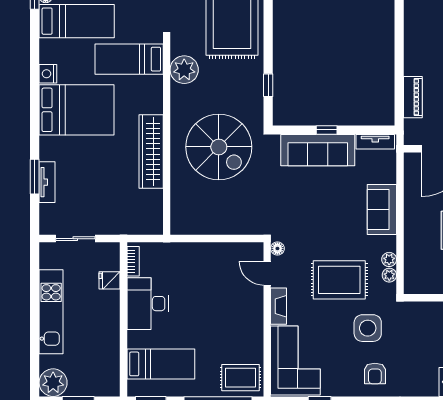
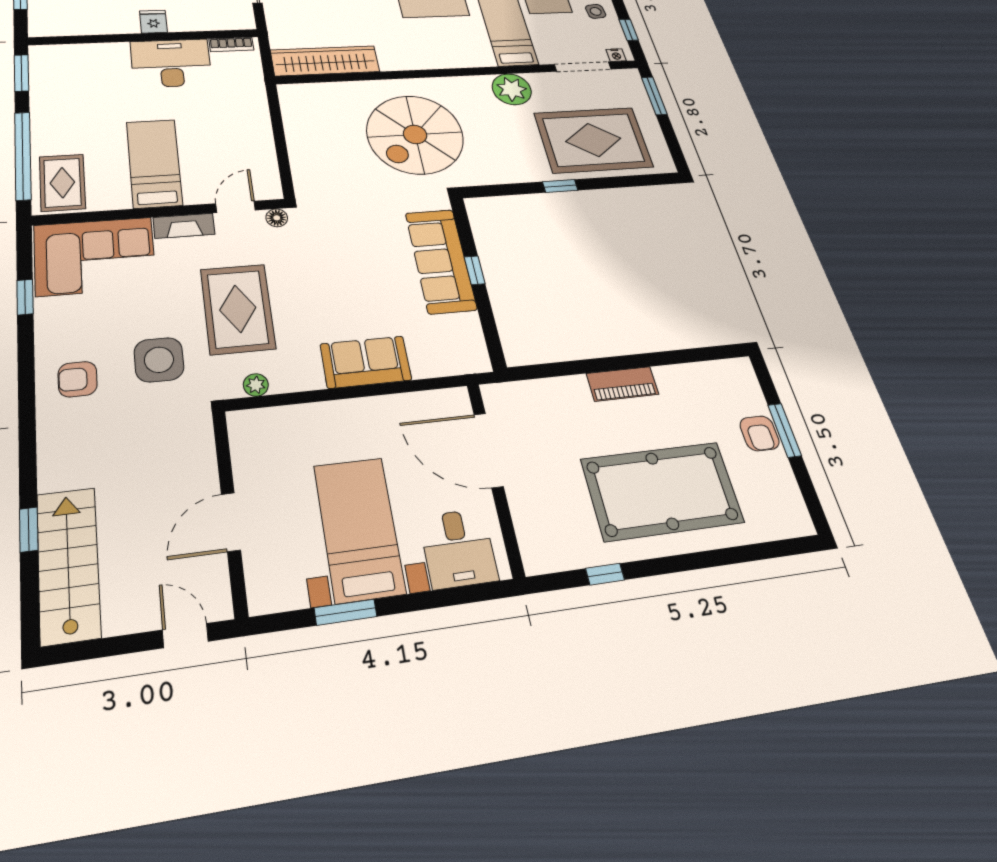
window: (268, 85) -> (560, 186), moved
piano: (413, 97) -> (622, 384), moved
tv unit: (375, 142) -> (474, 341), removed
wardrobe: (151, 152) -> (325, 61), moved
plant: (389, 259) -> (283, 382), removed
fridge: (110, 280) -> (153, 22), moved
bed: (161, 364) -> (154, 163), moved, turned 180

